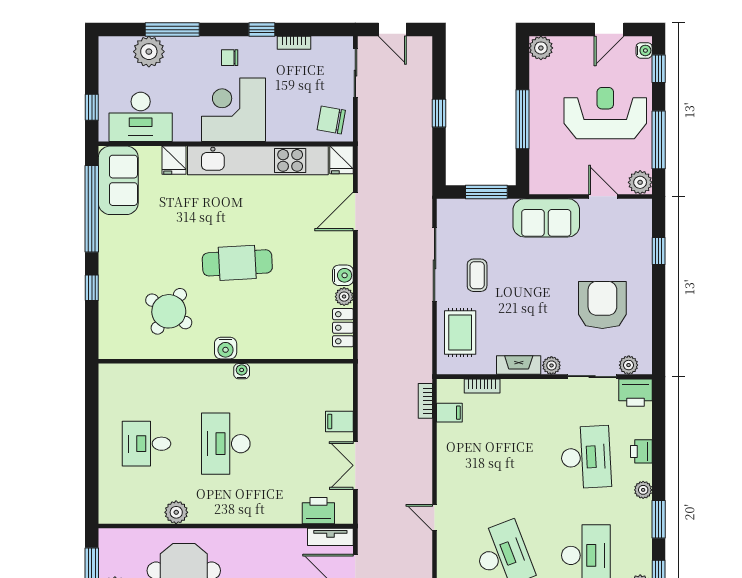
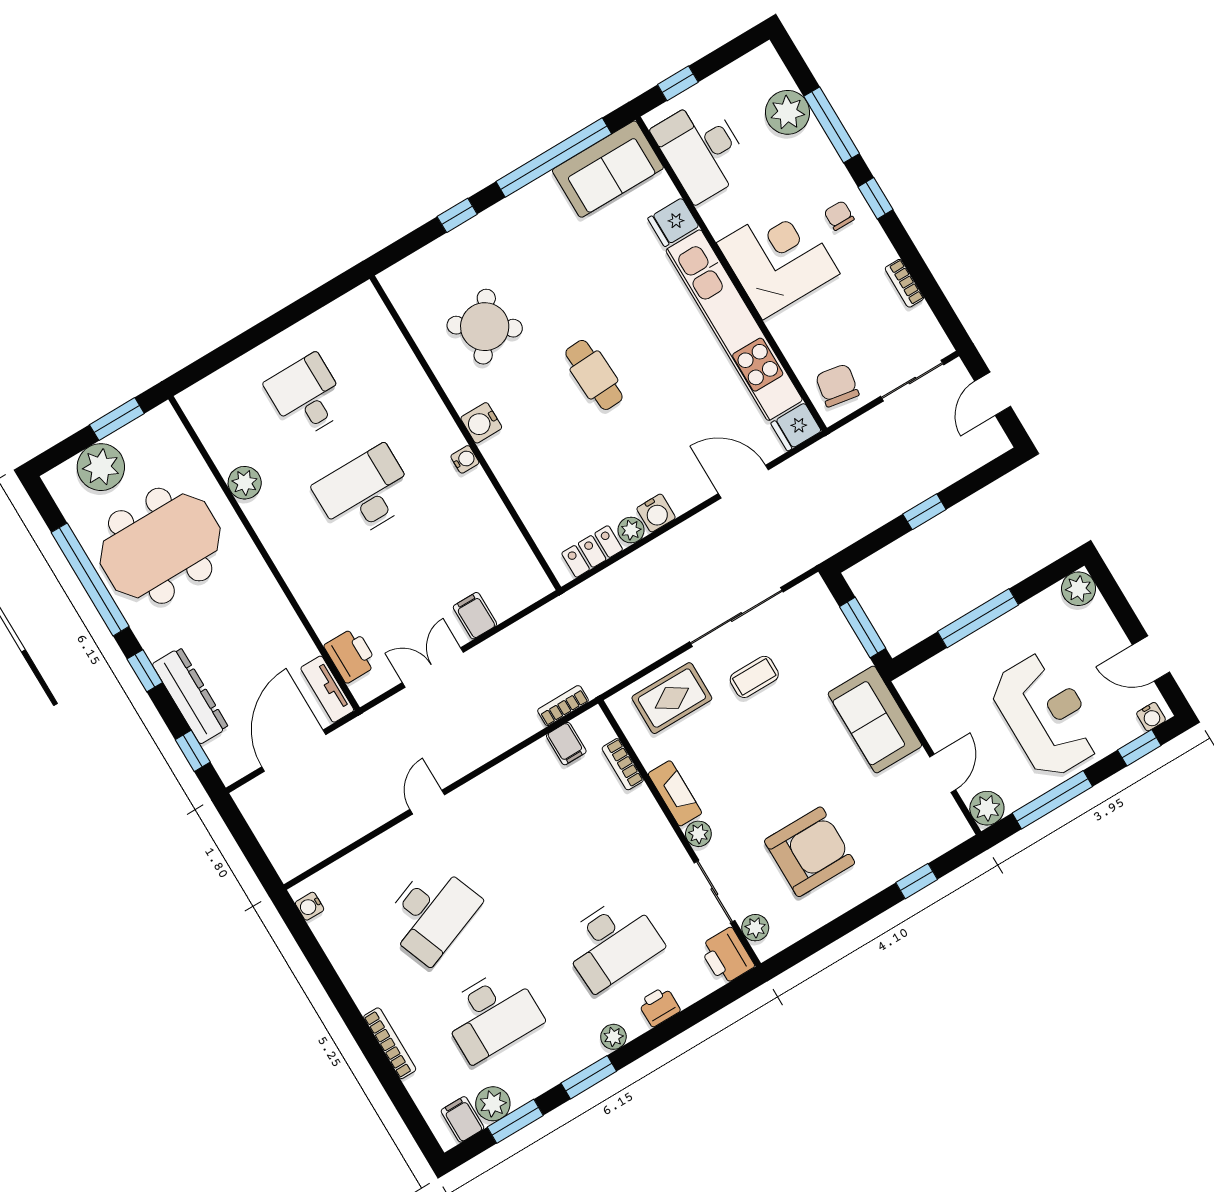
window: (262, 30) -> (876, 198), moved
cafe table: (237, 263) -> (594, 375), width x0.73, depth x0.74

